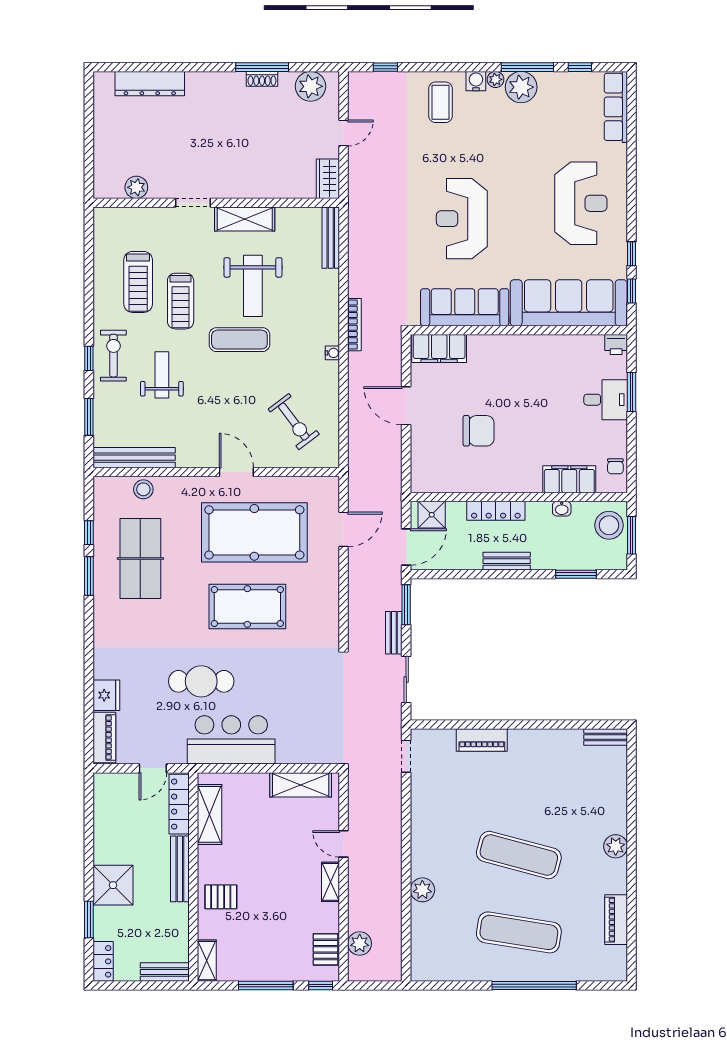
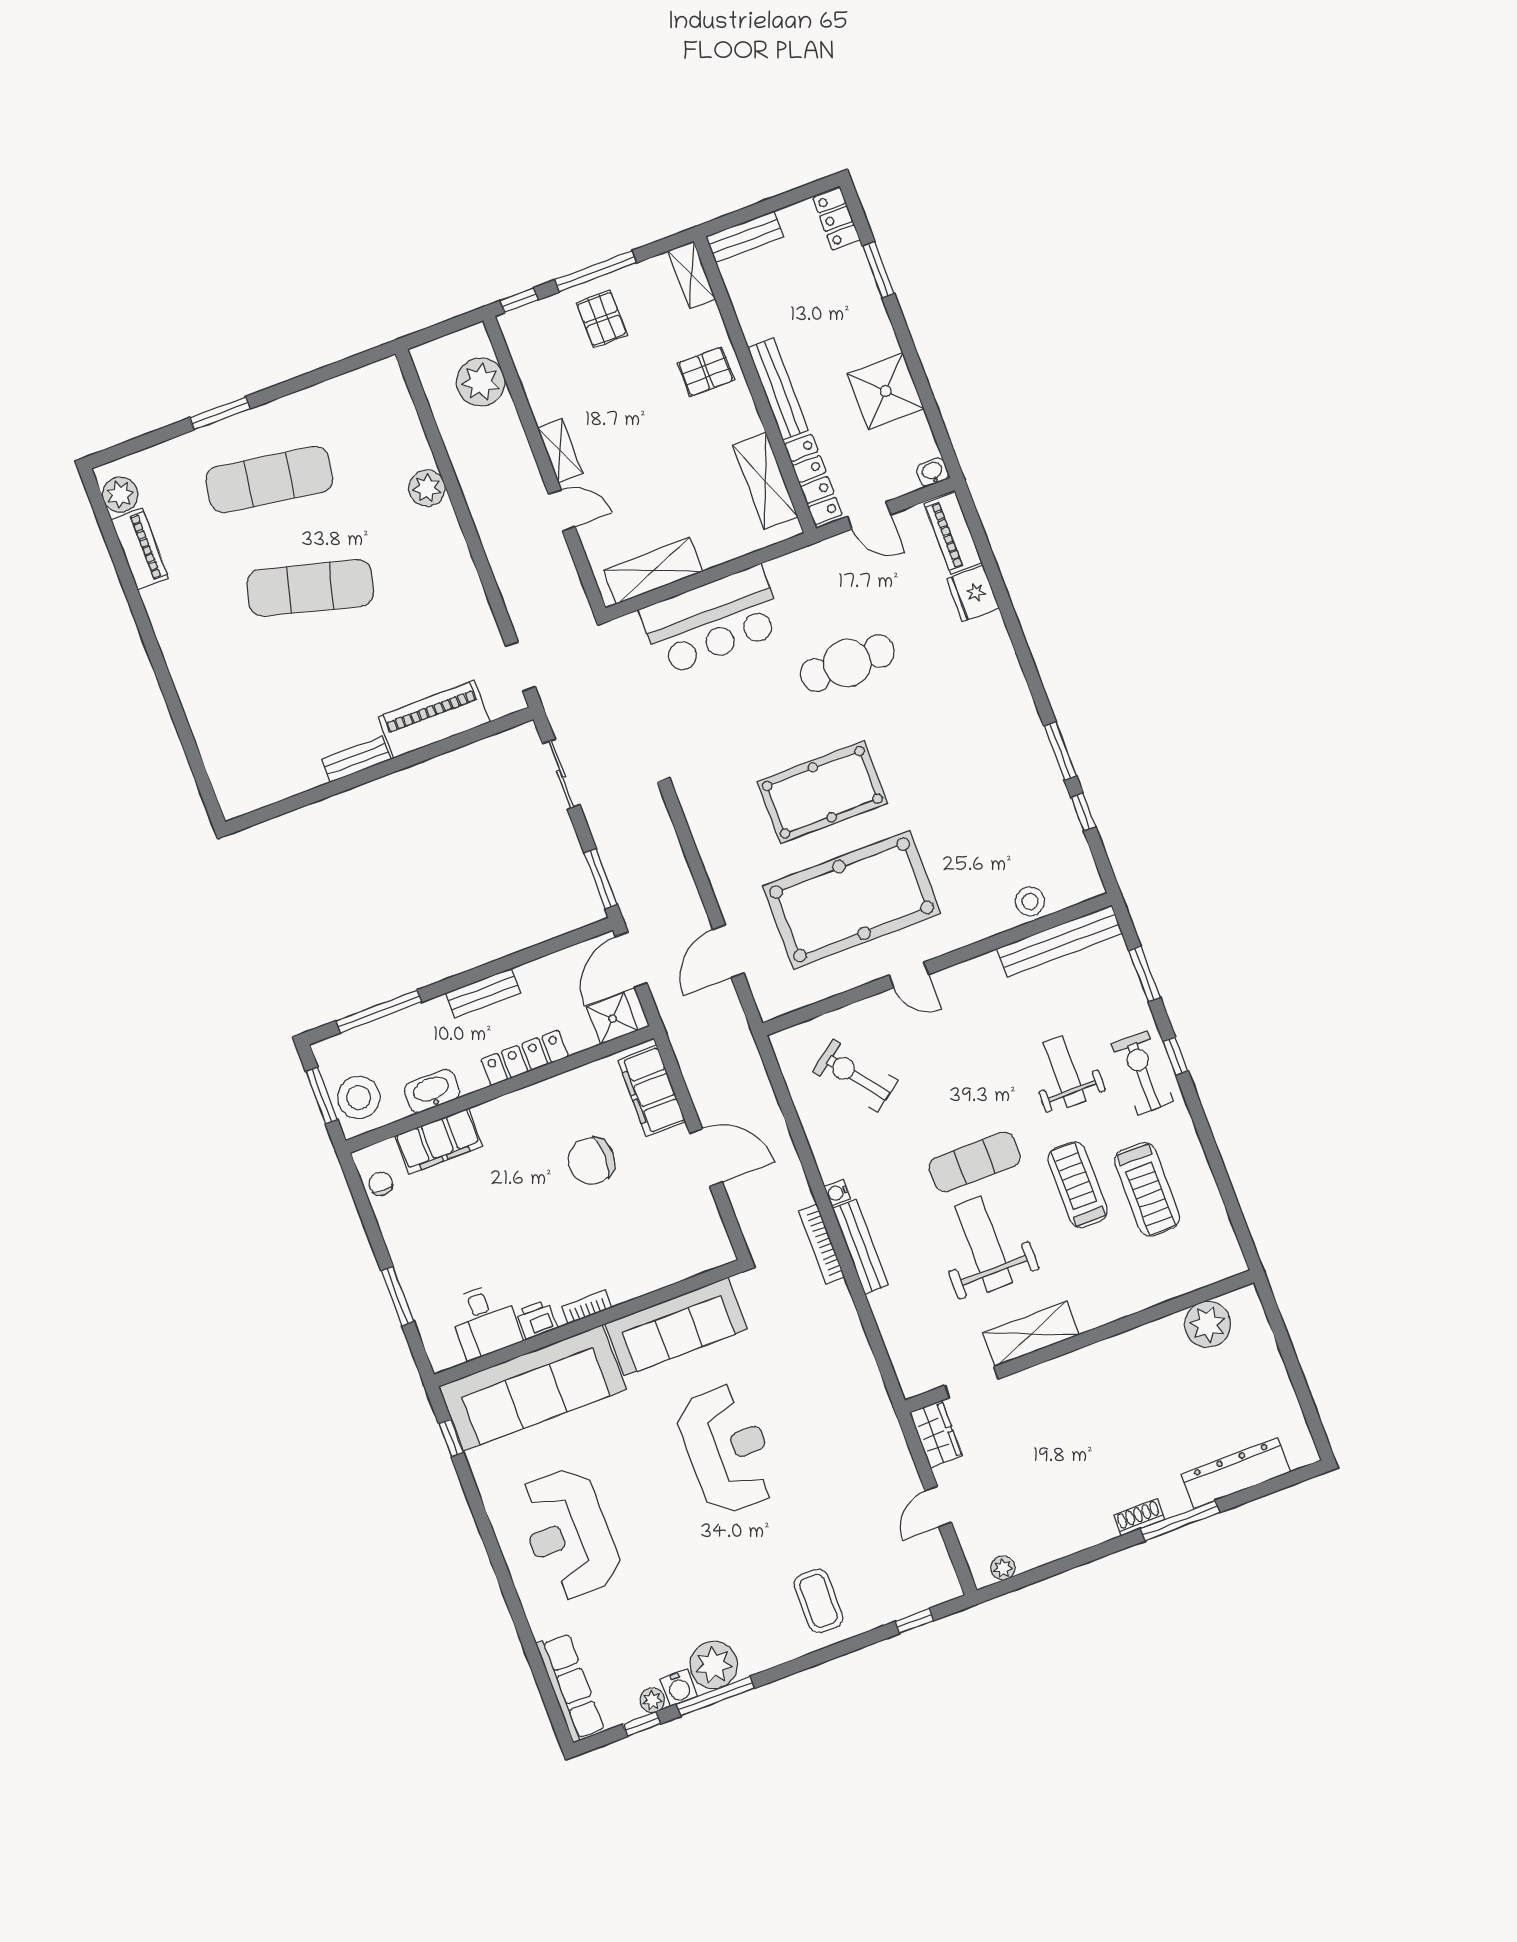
window: (262, 67) -> (1180, 1521), moved
shoe rack: (262, 79) -> (1139, 1517), moved
plant: (495, 79) -> (652, 1700), moved
water cooler: (476, 81) -> (679, 1688), moved
plant: (310, 86) -> (1003, 1568), width x0.53, depth x0.53
plant: (136, 187) -> (1208, 1324), width x1.36, depth x1.36
doorway: (193, 203) -> (971, 1382), moved
bench: (331, 238) -> (860, 1247), moved
window: (632, 254) -> (471, 1490), removed
treadmill: (138, 282) -> (1147, 1189), turned 180
bookcase: (516, 340) -> (587, 1307), added
printer: (616, 344) -> (537, 1320), moved
filing cabinet: (439, 348) -> (652, 1091), moved, turned -90
exercise bike: (113, 356) -> (1143, 1073), turned 180
weight bench: (162, 375) -> (1065, 1072), turned 180
desk: (606, 400) -> (484, 1321), moved, turned -90
door: (236, 472) -> (909, 975), width x0.73
washbasin: (562, 509) -> (432, 1091), width x1.91, depth x1.45
table tennis table: (140, 558) -> (998, 803), removed
window: (576, 574) -> (379, 1011), width x1.44
bench: (394, 633) -> (603, 833), removed
bench: (606, 737) -> (356, 759), moved
bar counter: (231, 740) -> (712, 620), moved
piano: (482, 740) -> (434, 719), width x1.37, depth x1.33
door: (153, 768) -> (869, 516), swing flipped
washbasin: (103, 780) -> (933, 472), added
plant: (616, 846) -> (120, 495), moved
shower: (113, 885) -> (886, 391), moved
plant: (360, 943) -> (481, 382), width x1.36, depth x1.36
pallet: (326, 949) -> (602, 319), moved
window: (534, 985) -> (220, 413), width x0.47

